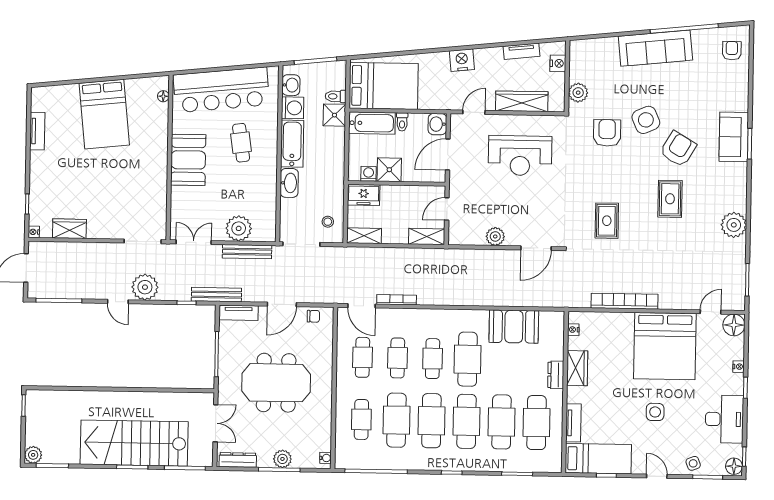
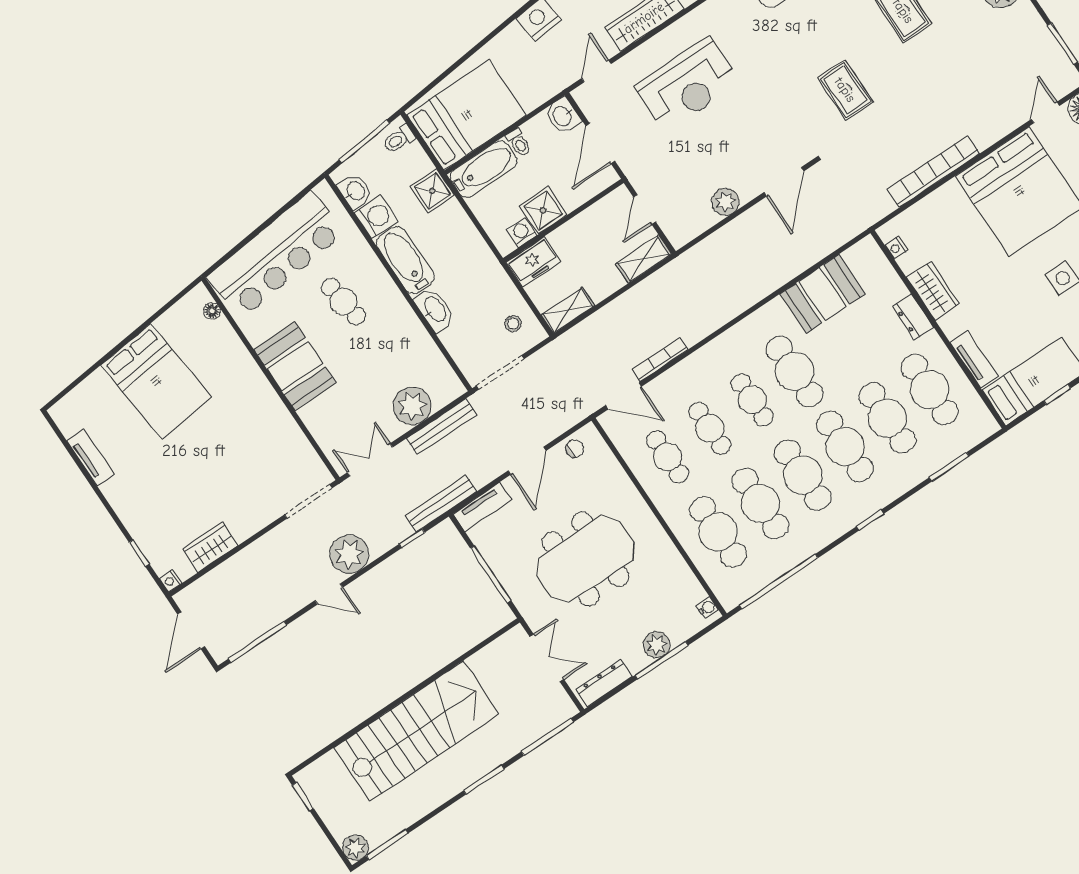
toilet: (336, 96) -> (399, 139), moved
cafe table: (361, 419) -> (718, 532), width x1.37, depth x1.35
stairs: (134, 443) -> (416, 731), moved, turned 180

